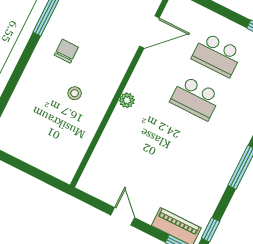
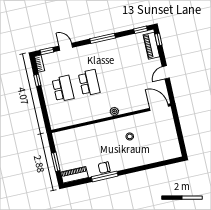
door: (149, 32) -> (159, 107), moved
chair: (66, 51) -> (104, 168), moved

